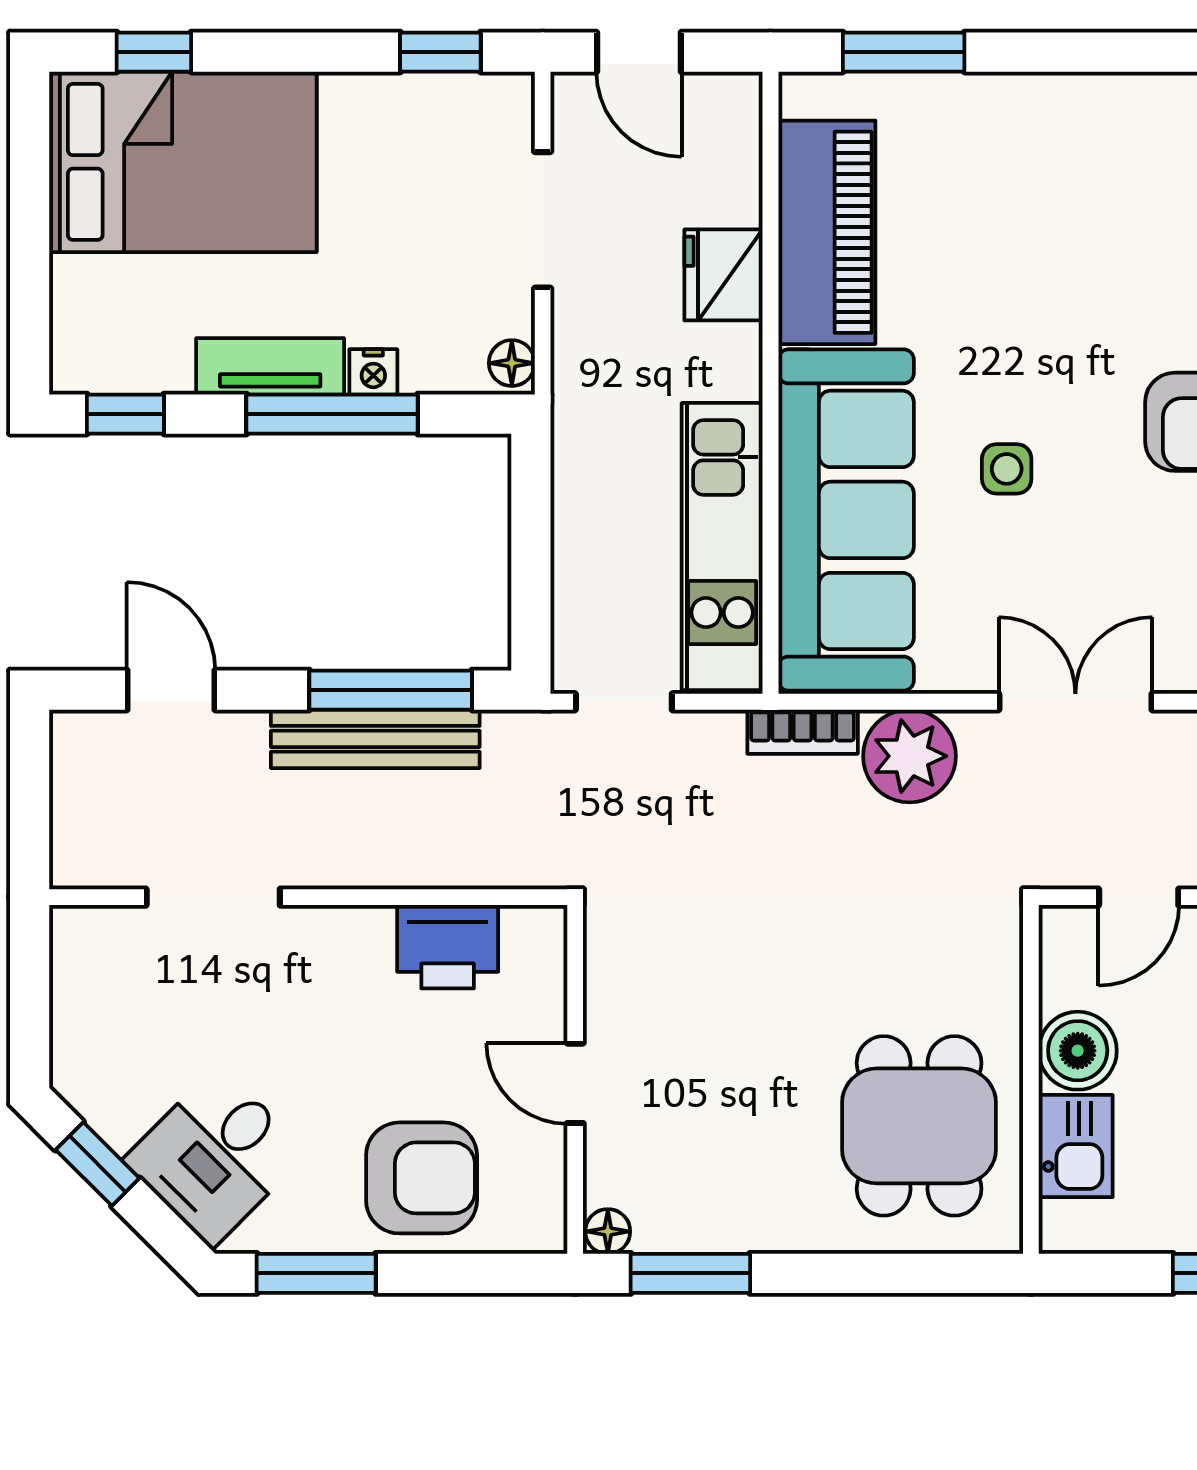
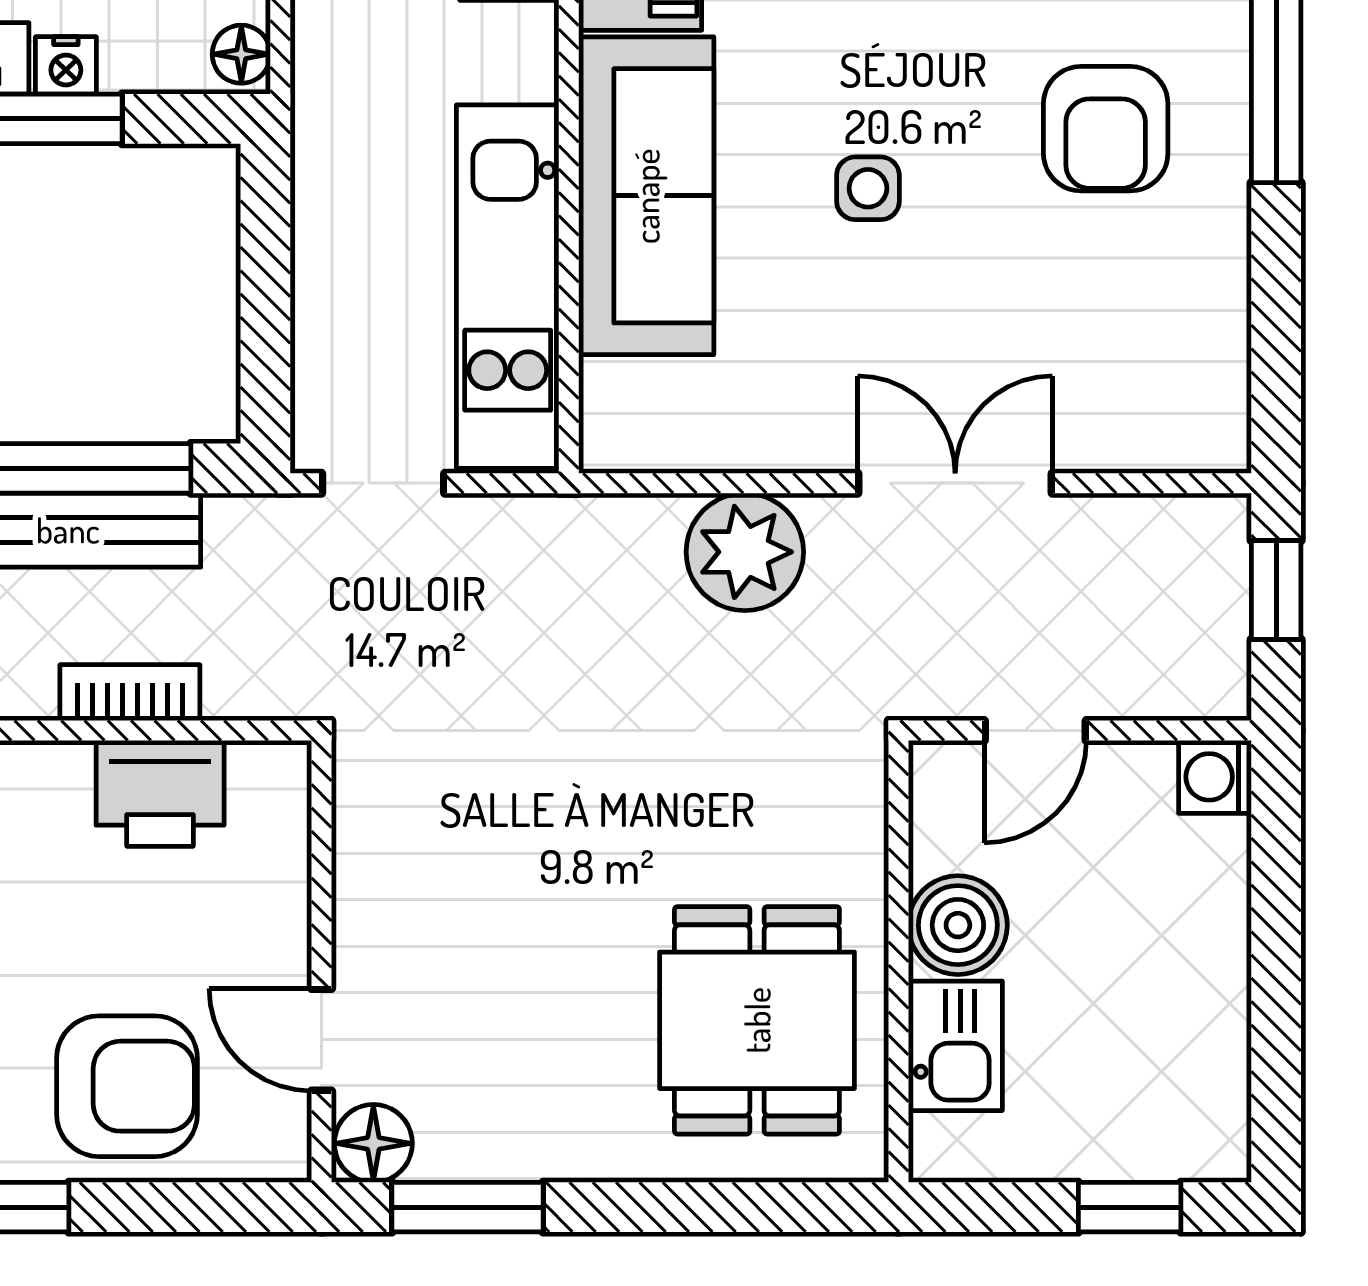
sofa: (846, 520) -> (646, 196), width x0.74, depth x0.79
bookcase: (803, 732) -> (130, 693), moved, turned 180
door: (575, 1083) -> (321, 1040), moved
floor lamp: (608, 1231) -> (373, 1143), width x1.37, depth x1.37

